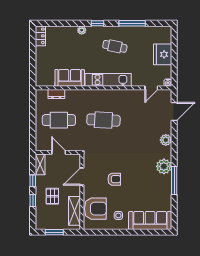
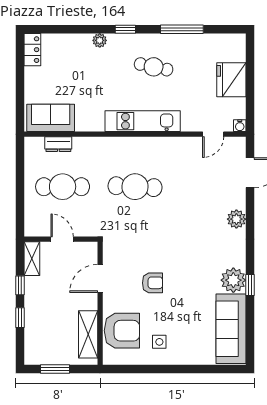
sofa: (70, 78) -> (51, 118), moved
plant: (164, 166) -> (233, 280), moved
window: (174, 180) -> (250, 285), width x0.46
pallet: (52, 196) -> (52, 311), removed
sofa: (150, 221) -> (231, 329), moved, turned -90

